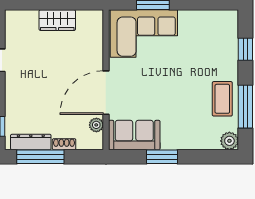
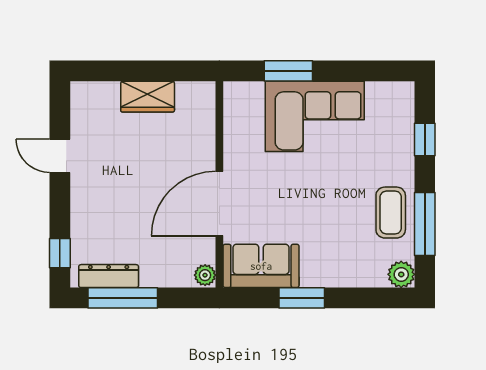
corner sofa: (144, 34) -> (315, 116), moved
plant: (96, 125) -> (205, 275), moved
shoe rack: (64, 144) -> (158, 279), removed

